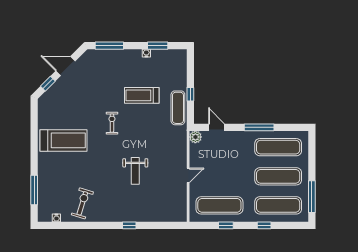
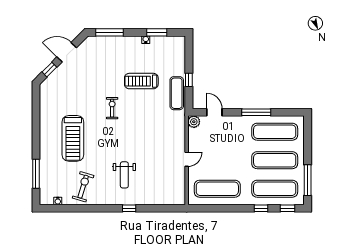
treadmill: (64, 140) -> (73, 138), moved, turned 90
weight bench: (135, 171) -> (124, 175), moved
window: (226, 225) -> (288, 208), moved

